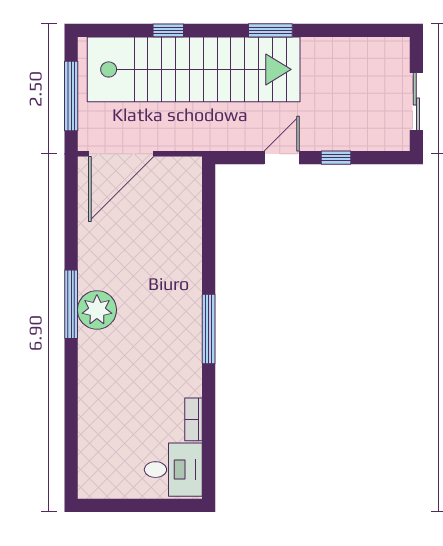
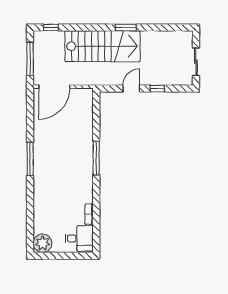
window: (168, 30) -> (51, 28), moved
stairs: (194, 69) -> (103, 46), width x0.73
plant: (97, 310) -> (43, 243), moved
window: (209, 329) -> (96, 158), moved

